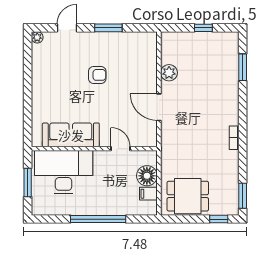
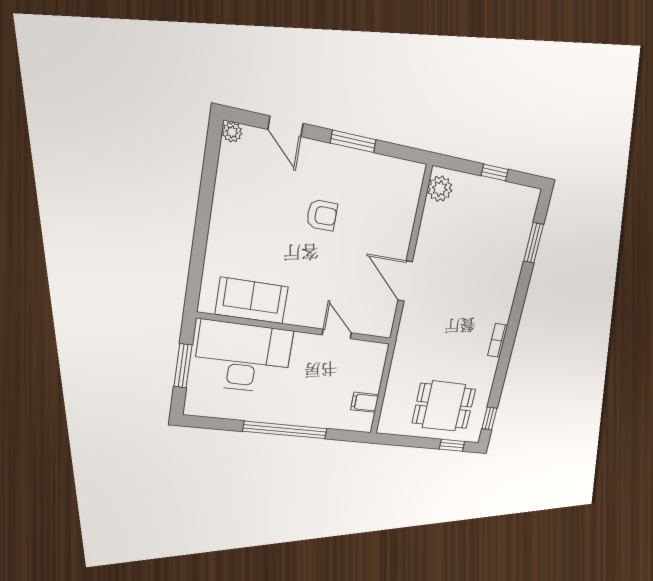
door: (67, 28) -> (286, 126), swing flipped
plant: (169, 73) -> (440, 189), moved
sofa: (71, 135) -> (252, 301), width x0.73
floor lamp: (147, 176) -> (368, 377), removed
dining table: (188, 196) -> (444, 406), moved
window: (243, 196) -> (489, 419), width x0.67

